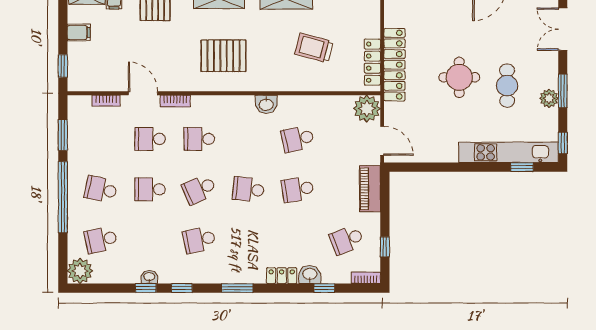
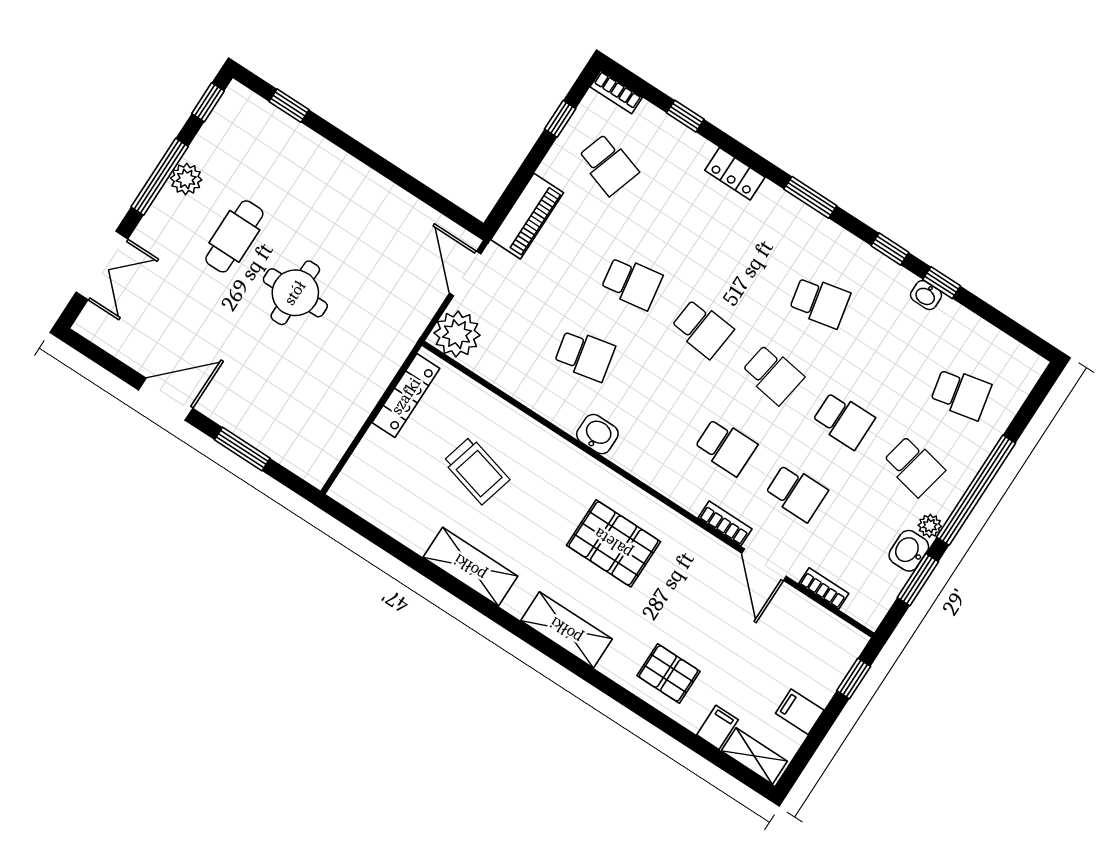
locker: (394, 65) -> (377, 371), removed
window: (563, 91) -> (160, 177), width x1.44
kitchen unit: (509, 152) -> (295, 139), removed
school desk: (199, 189) -> (773, 374), turned 33
school desk: (347, 240) -> (608, 165), turned 39
plant: (80, 271) -> (930, 526), moved, width x0.53, depth x0.53
washbasin: (310, 274) -> (909, 551), moved, turned 90

